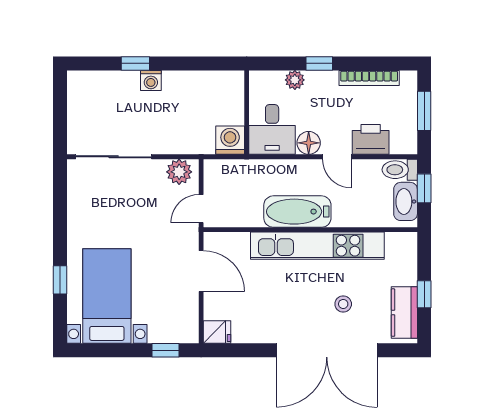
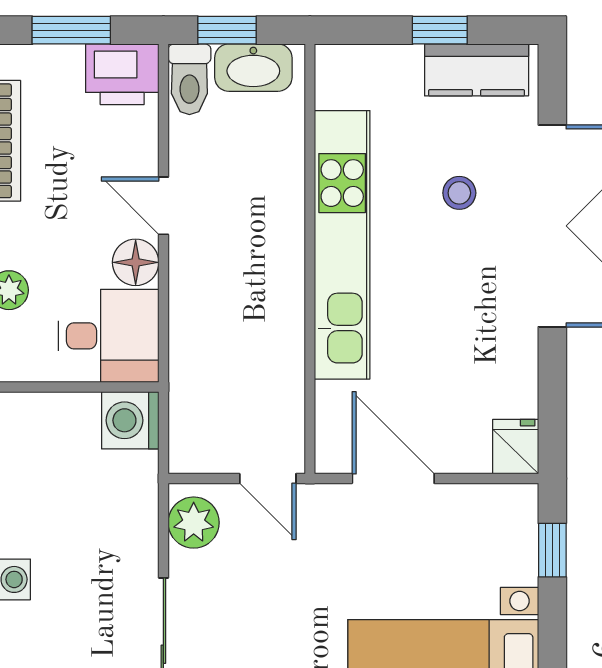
printer: (371, 139) -> (122, 74), moved, turned -90
door: (337, 157) -> (163, 206), swing flipped
bathtub: (297, 212) -> (274, 285), removed
door: (201, 271) -> (393, 479), hinge flipped

